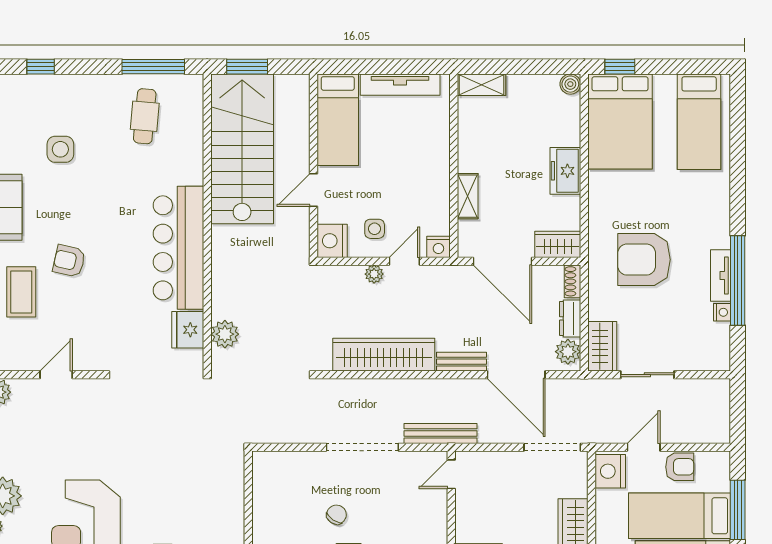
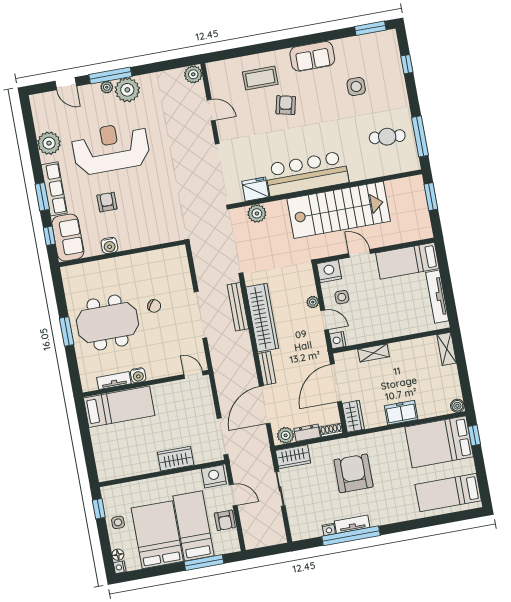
stairs: (242, 149) -> (339, 210), moved
bench: (440, 433) -> (238, 307), moved

